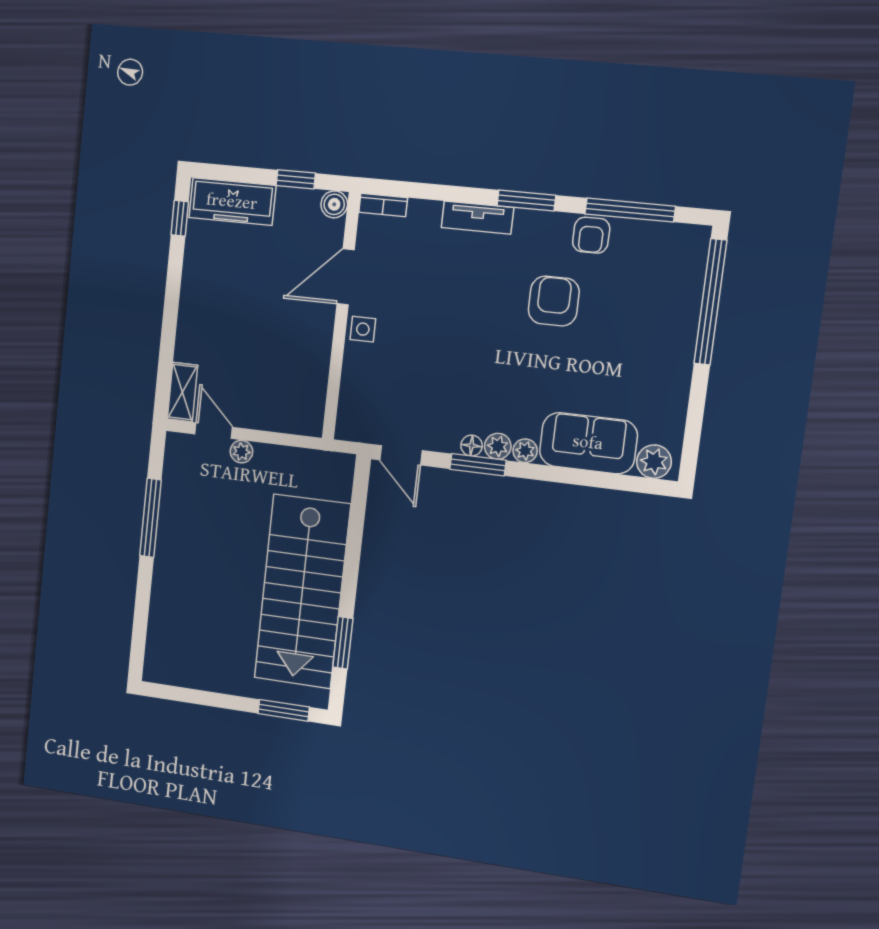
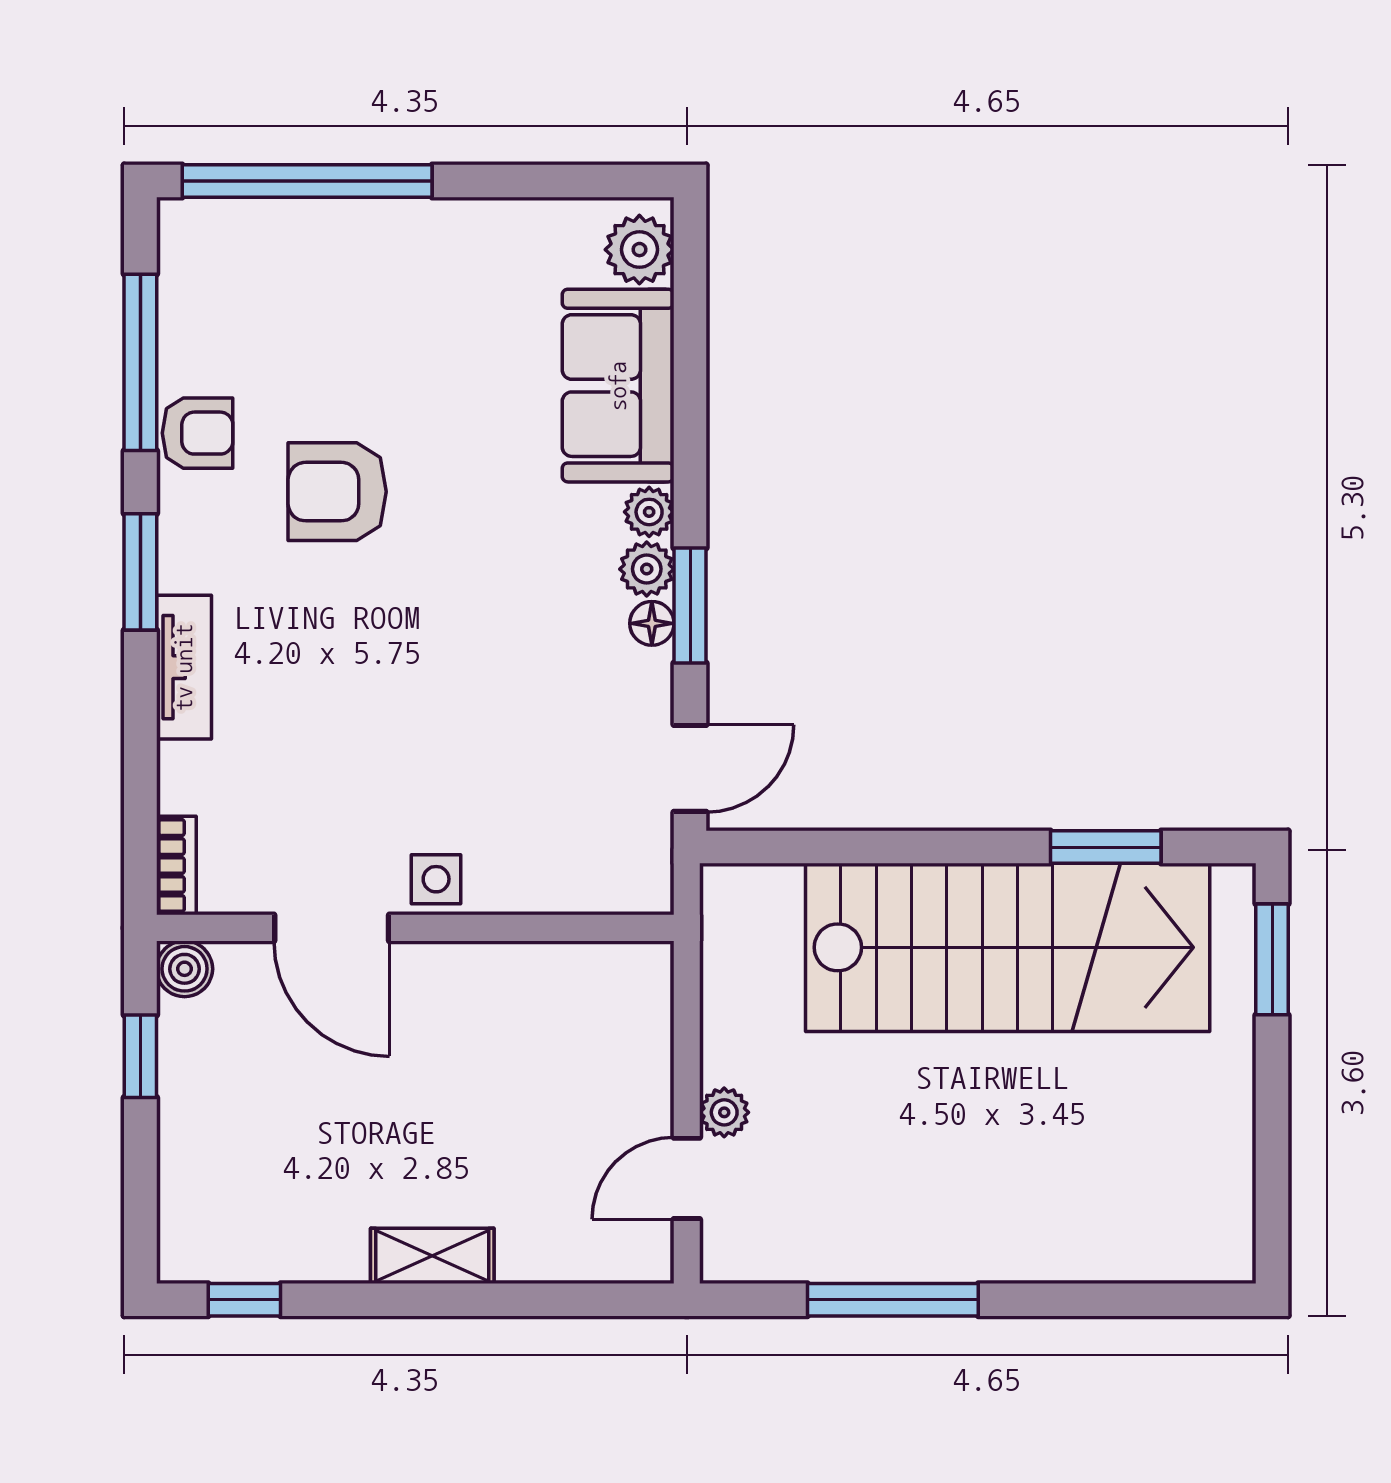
freezer: (232, 202) -> (199, 1188), removed
shelving: (182, 392) -> (432, 1256), moved

